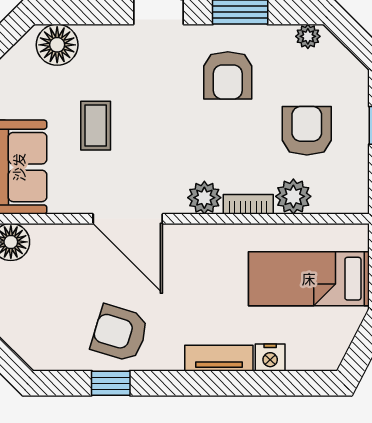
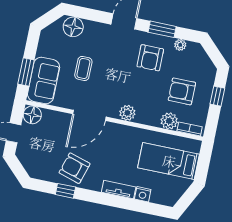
plant: (308, 36) -> (180, 45), moved
armchair: (307, 131) -> (182, 91), turned -90
bookcase: (248, 204) -> (190, 129), moved
door: (128, 219) -> (89, 115), hinge flipped

